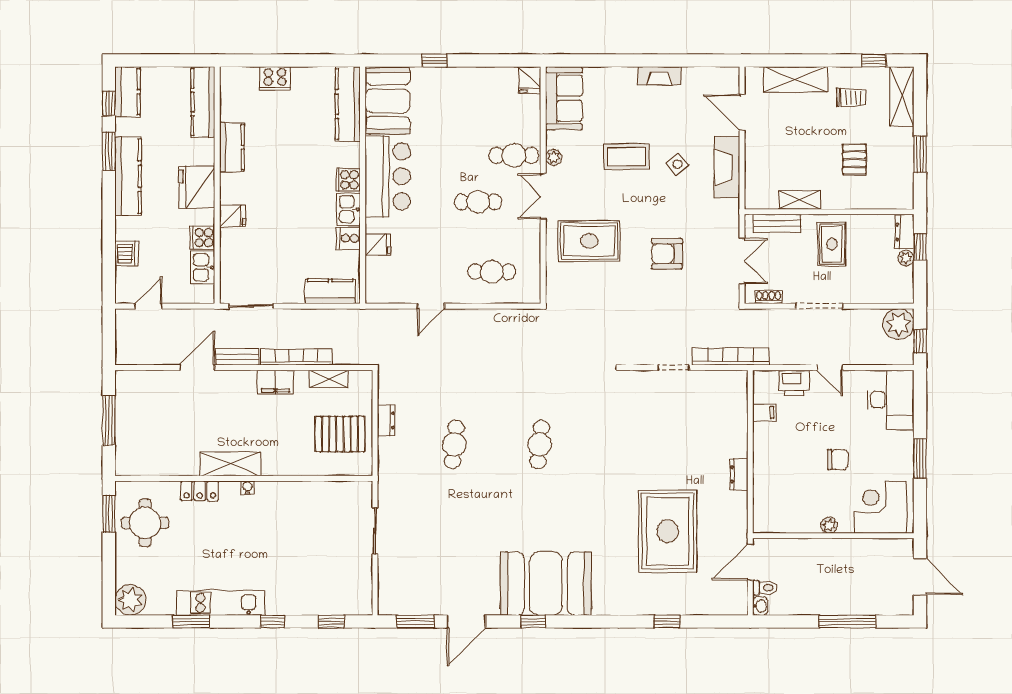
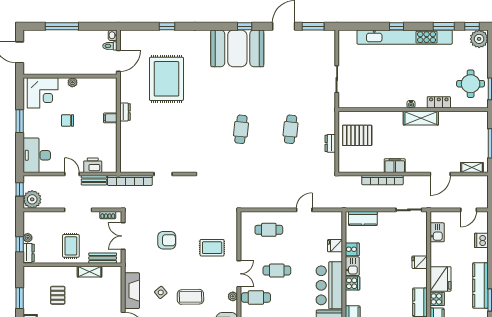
cooker: (202, 238) -> (437, 299), moved
rug: (589, 241) -> (212, 248), width x0.73, depth x0.70
bench: (237, 357) -> (94, 180), moved
shelving: (329, 379) -> (472, 168), moved
filing cabinet: (764, 412) -> (110, 118), moved
kitchen unit: (221, 603) -> (405, 37), width x1.86
window: (331, 621) -> (472, 26), moved

